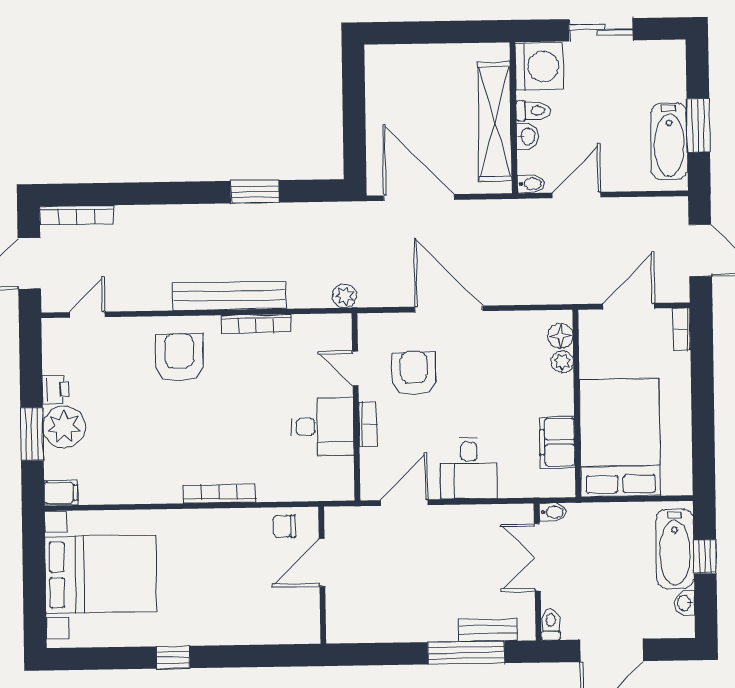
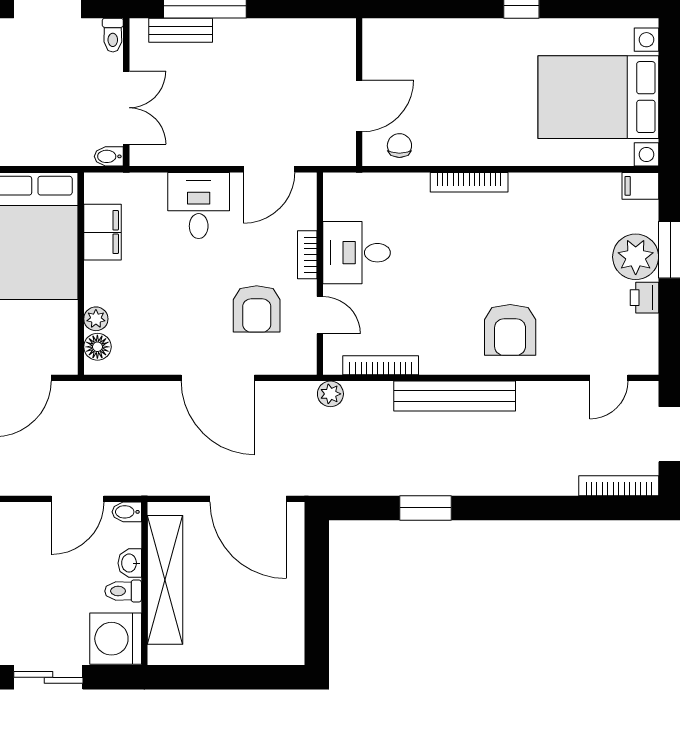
bookcase: (256, 324) -> (381, 365), moved
chair: (284, 526) -> (399, 146), turned -90

